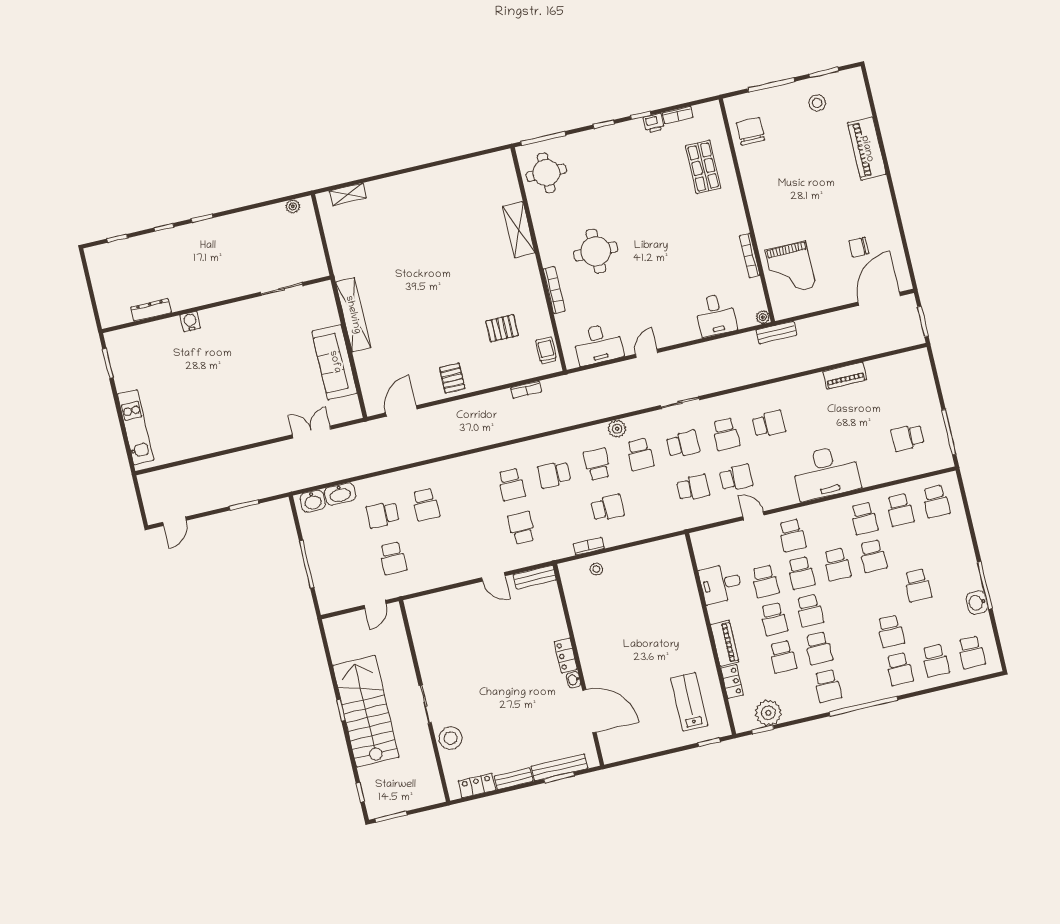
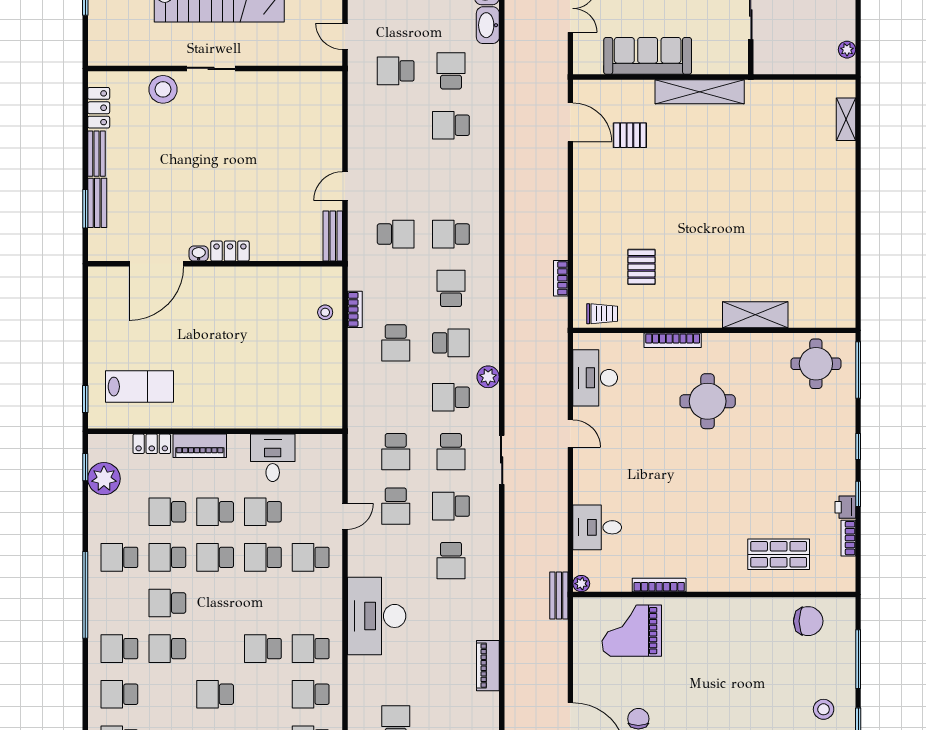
pallet: (452, 378) -> (630, 135), moved
school desk: (837, 564) -> (167, 603), moved
bench: (559, 767) -> (97, 203), width x0.73

